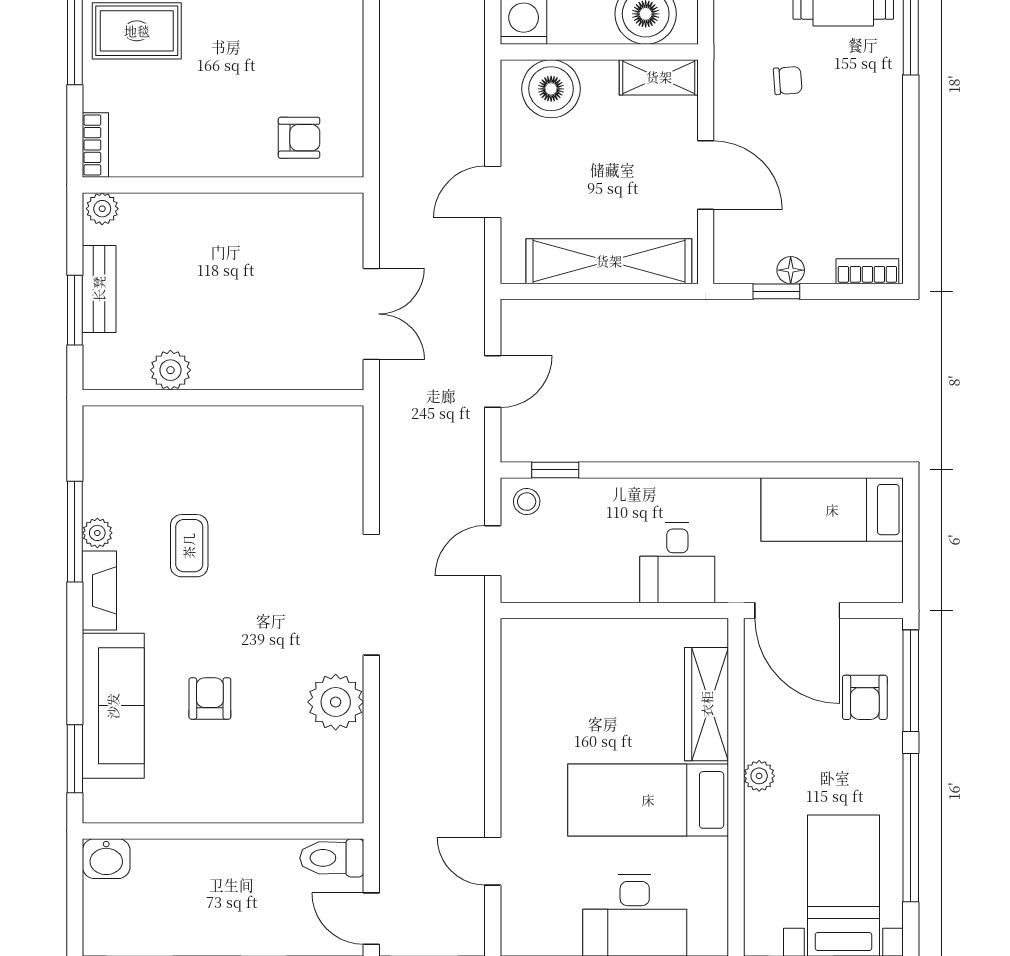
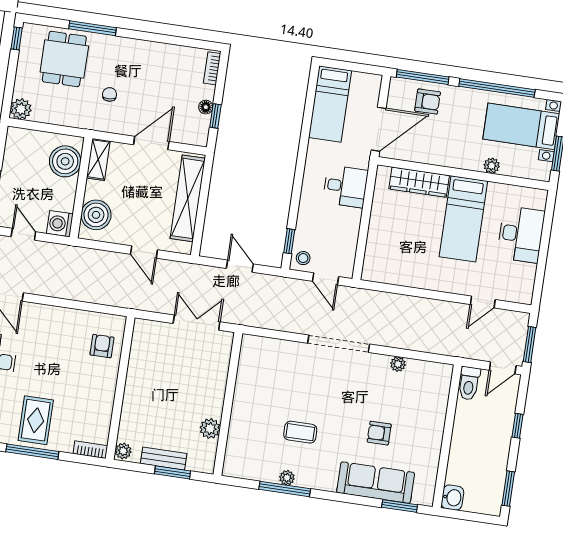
fireplace: (99, 590) -> (316, 481), removed
plant: (336, 702) -> (398, 364), width x0.53, depth x0.53
plant: (759, 776) -> (492, 166), moved

